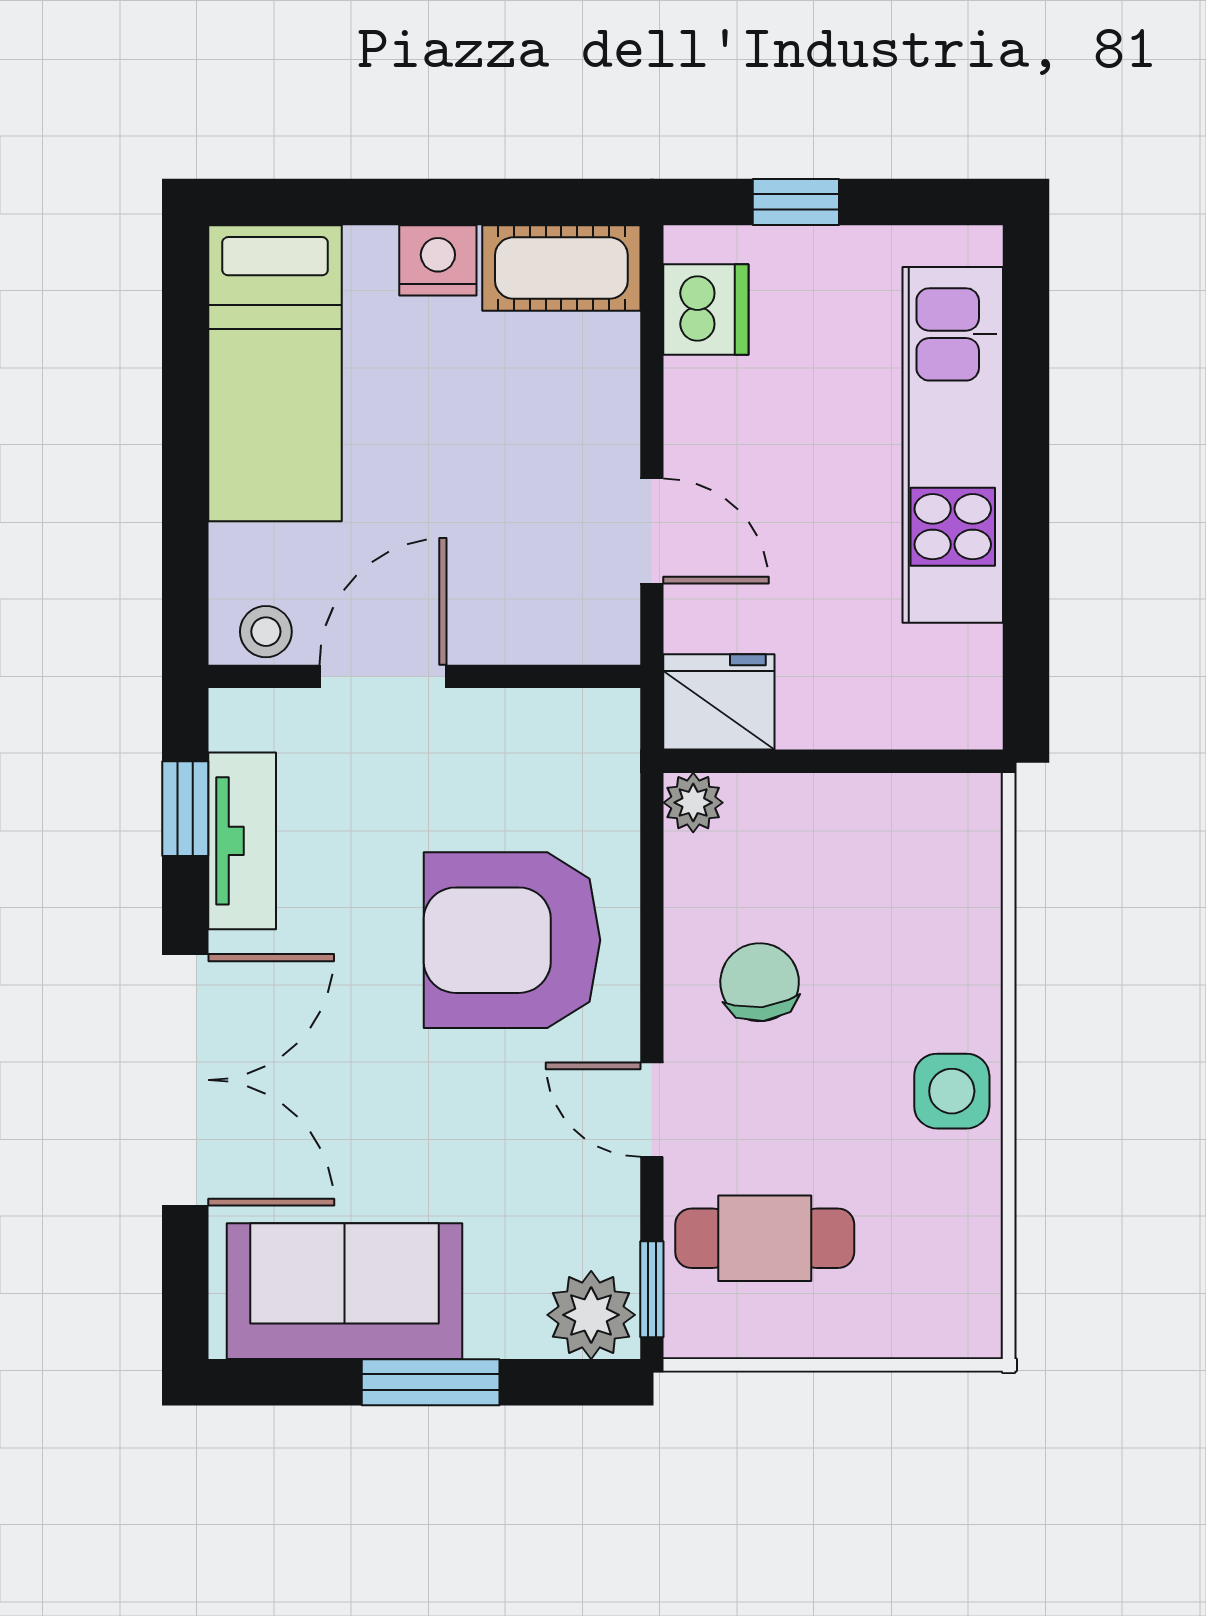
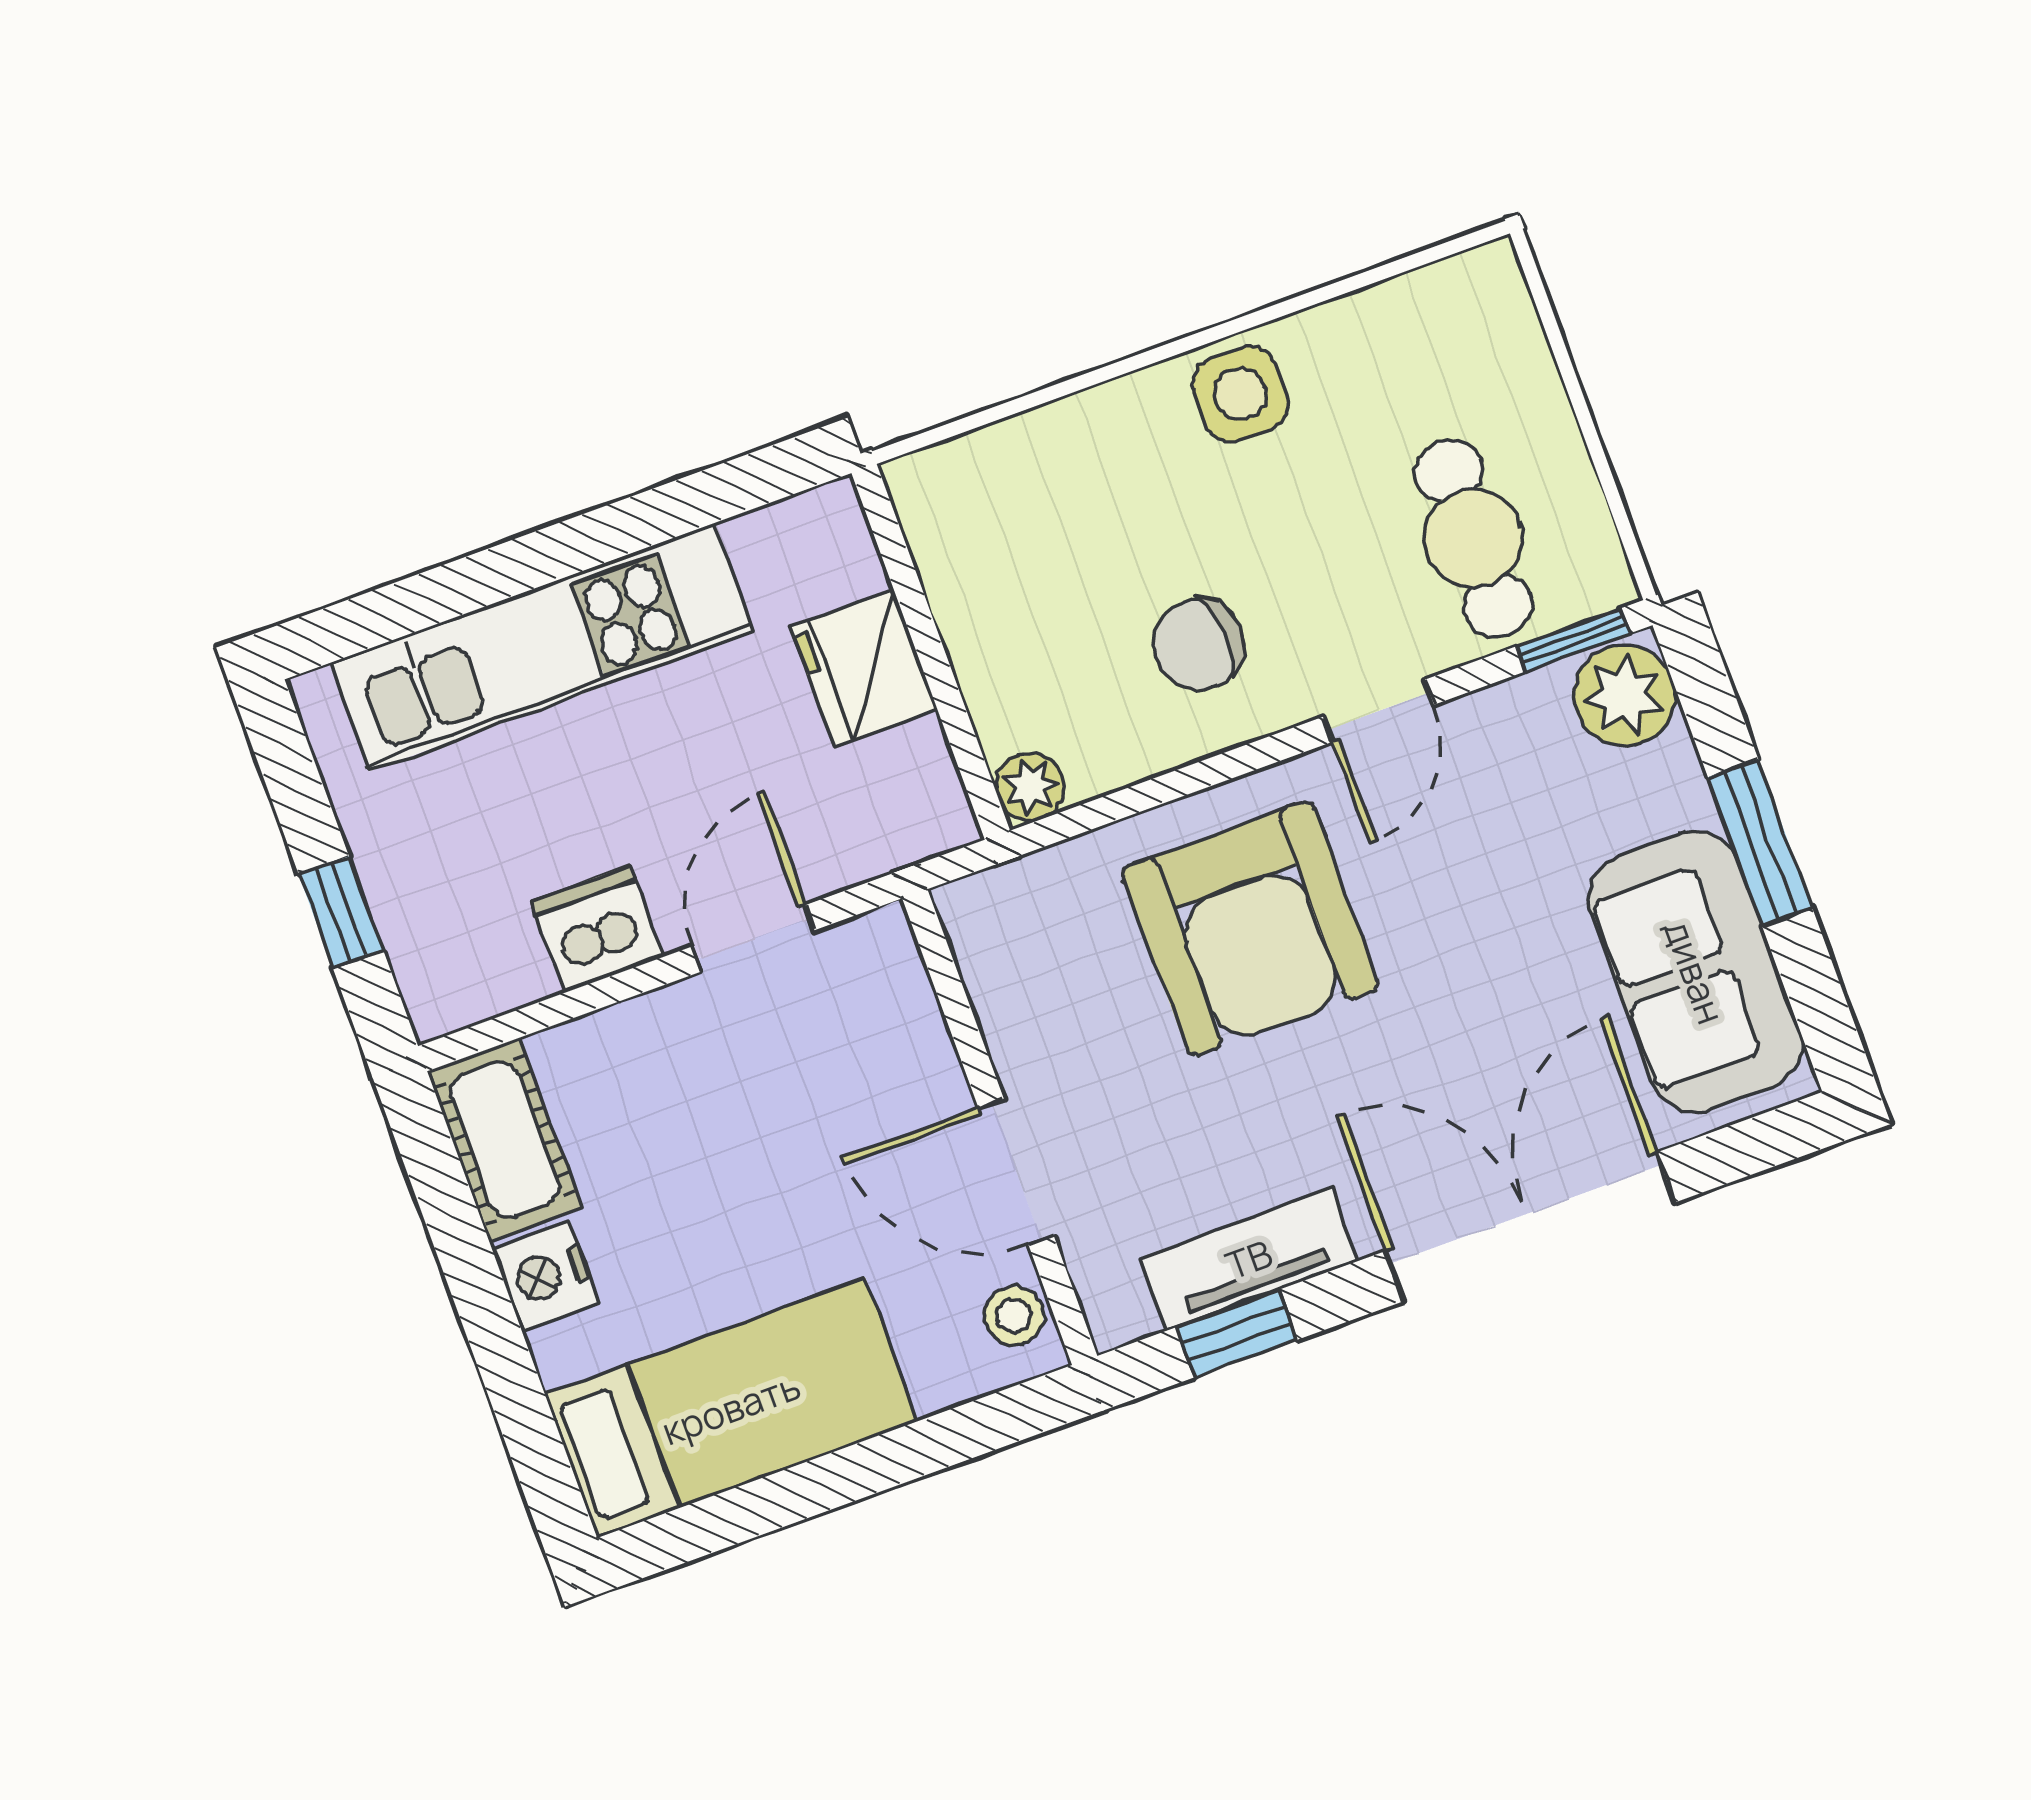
dishwasher: (706, 309) -> (597, 929), moved
fridge: (719, 702) -> (864, 668), moved

